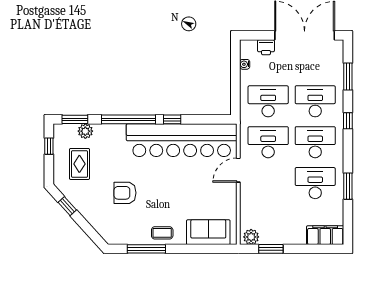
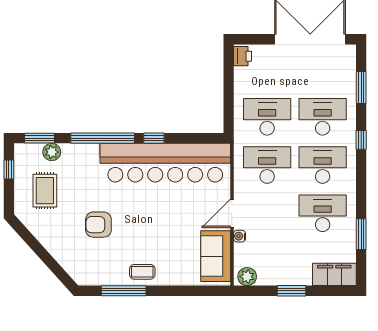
printer: (266, 47) -> (243, 56), moved, turned -90
water cooler: (245, 64) -> (240, 236), moved
door: (238, 170) -> (232, 213), moved
window: (348, 186) -> (361, 234), moved
window: (67, 206) -> (31, 240), removed
sofa: (208, 232) -> (216, 256), moved, turned -90
window: (271, 249) -> (292, 291), moved

